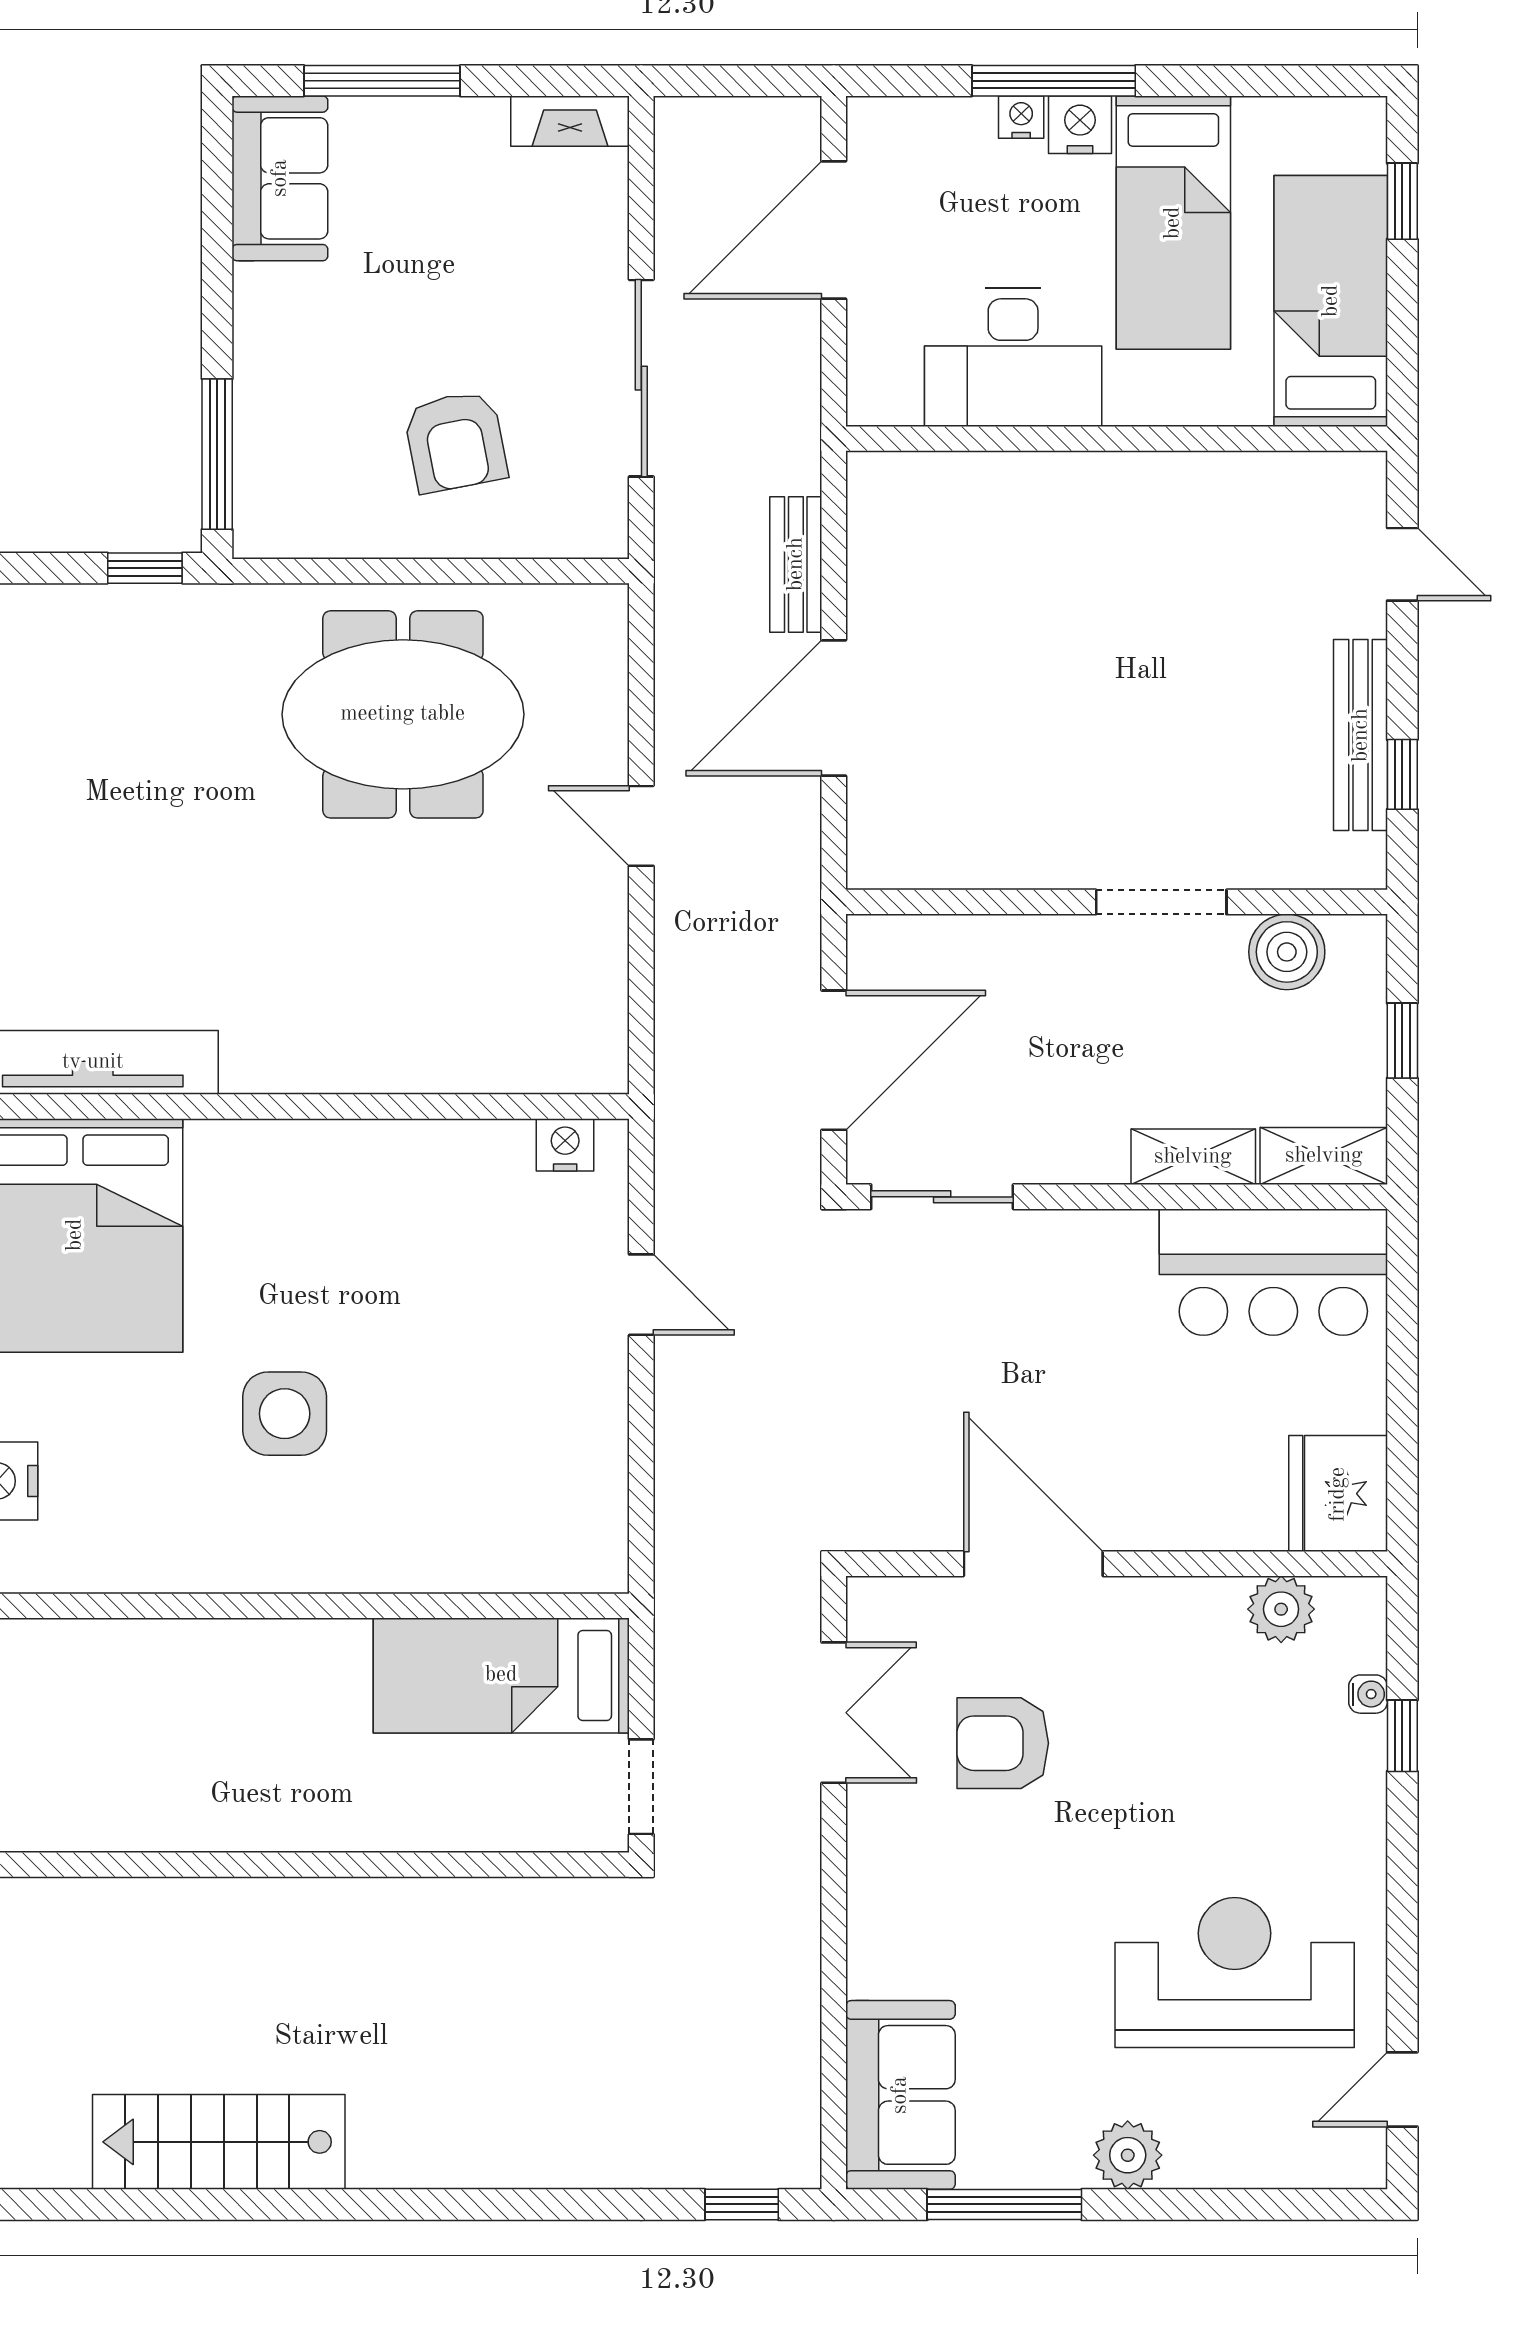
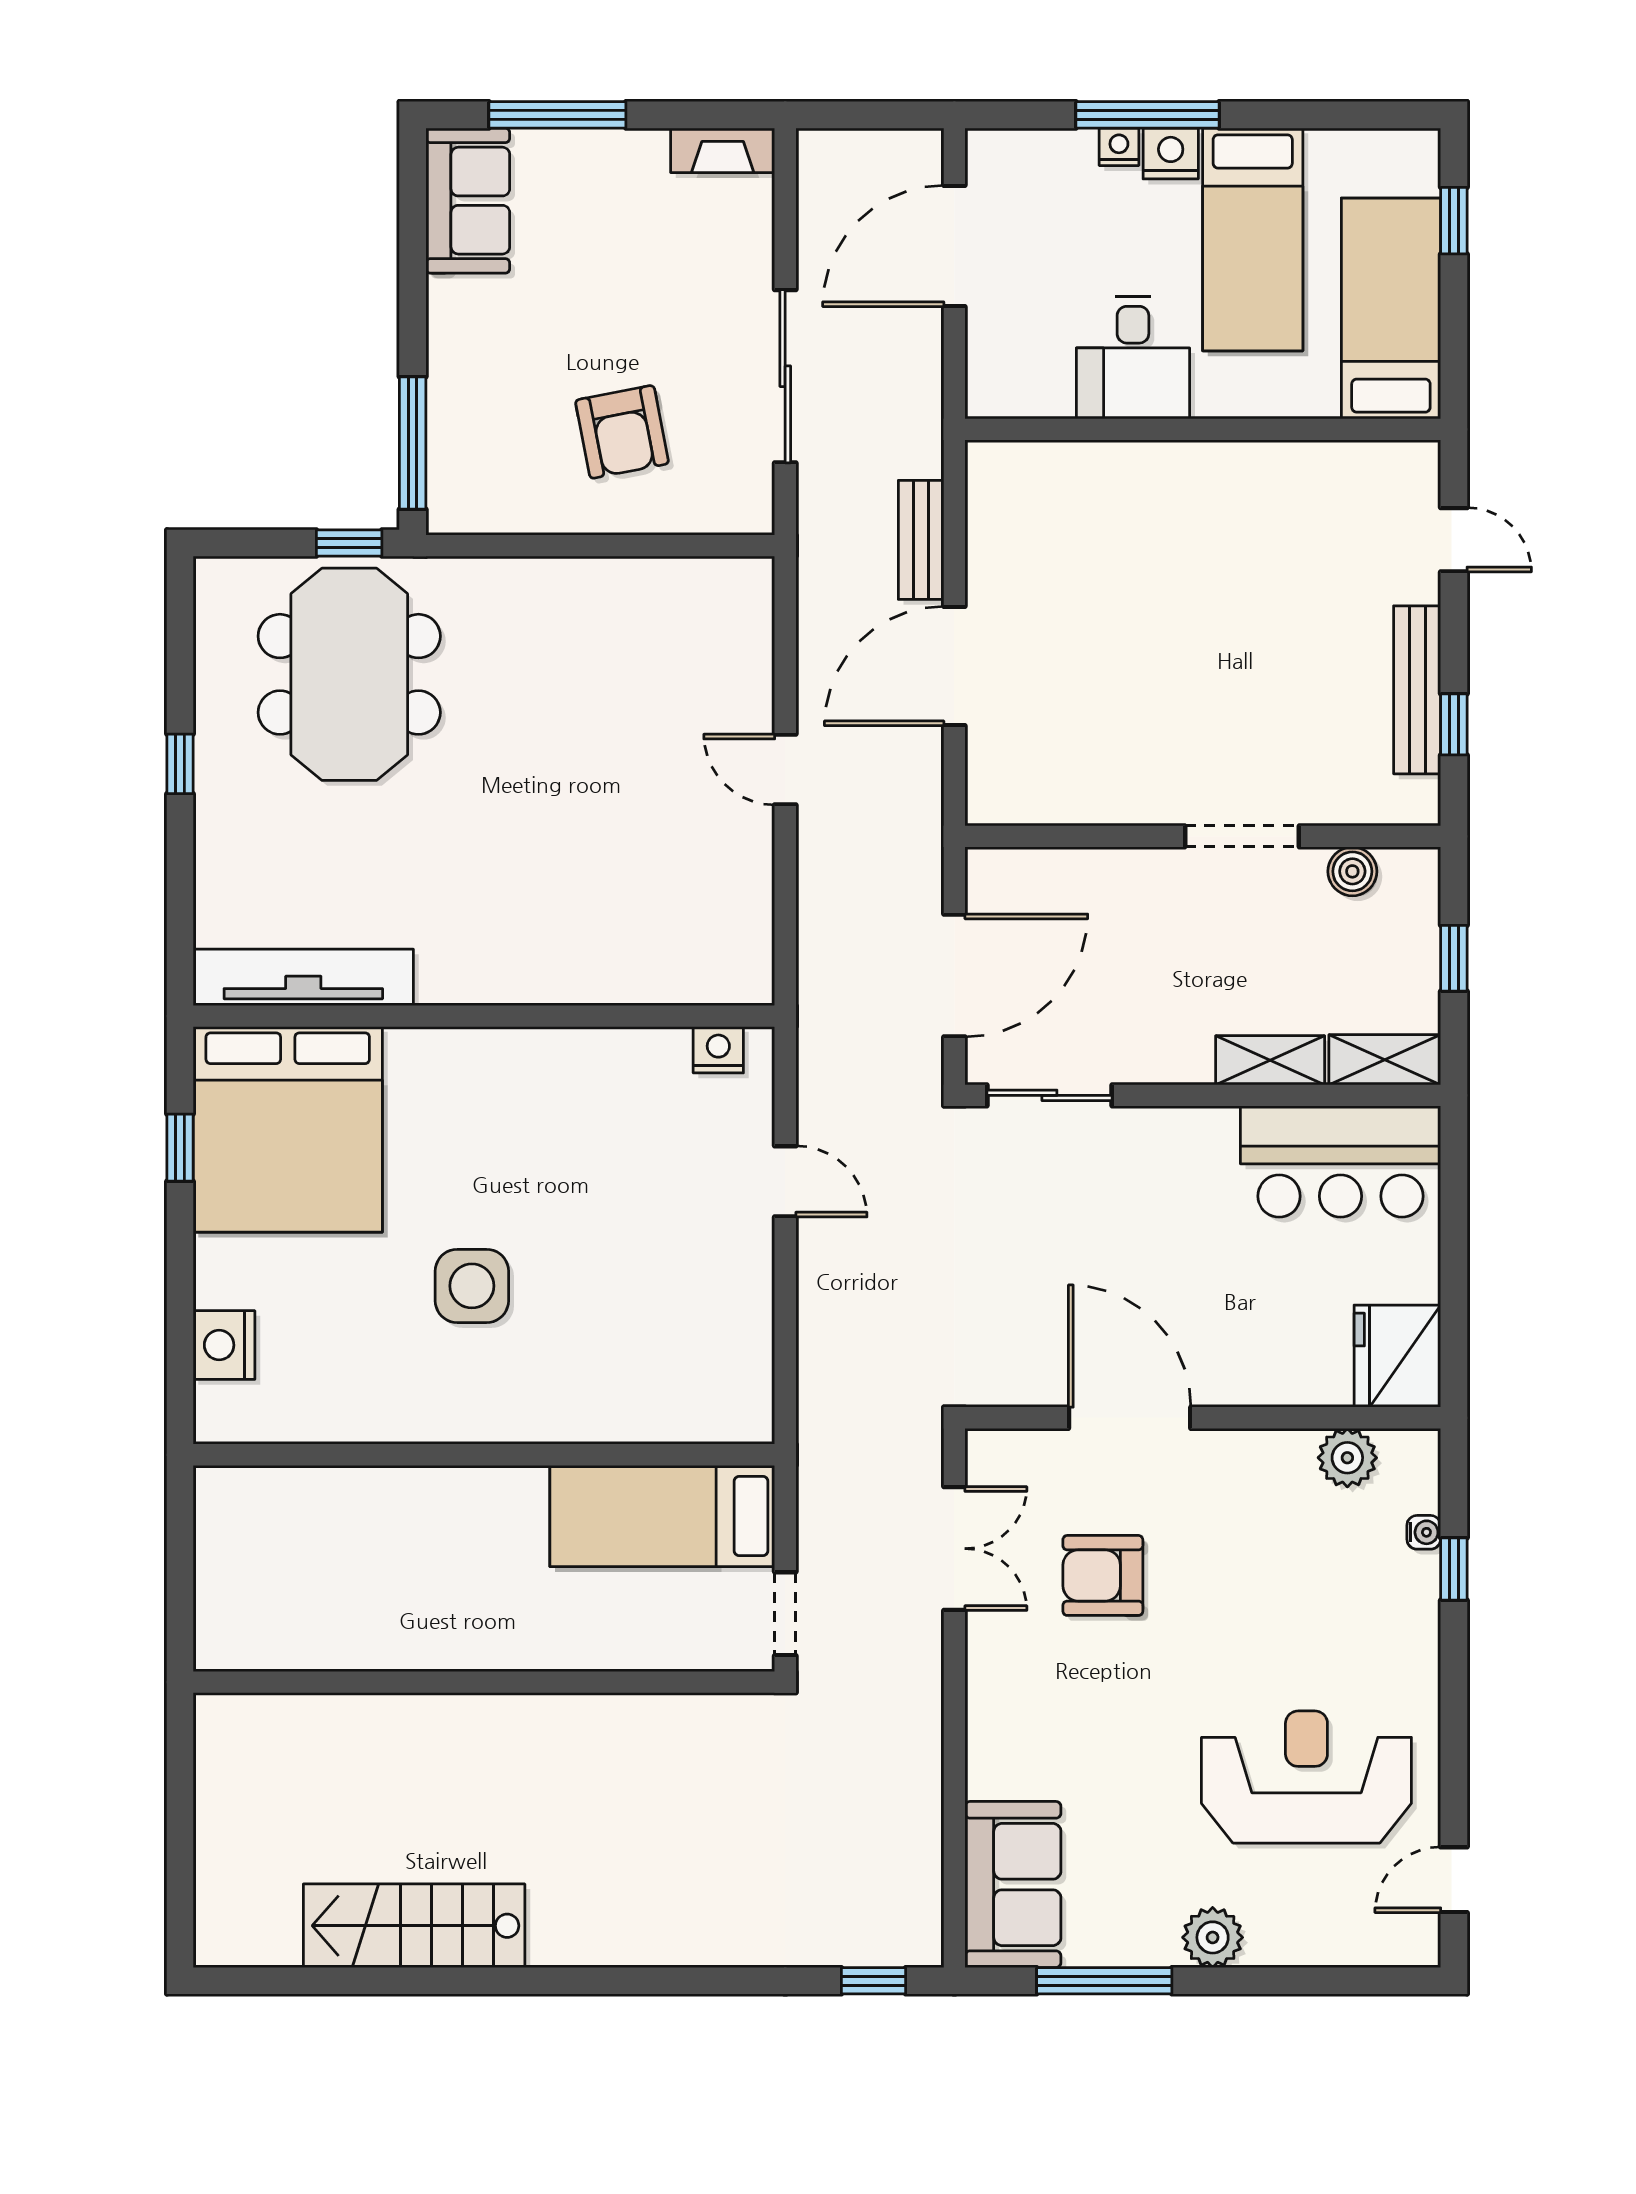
desk: (1013, 357) -> (1133, 358), width x0.73
meeting table: (403, 714) -> (349, 674), moved, turned 90
boiler: (1287, 952) -> (1352, 871), width x0.73, depth x0.73

